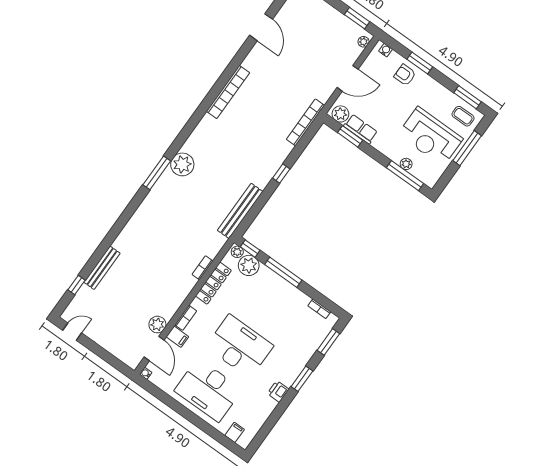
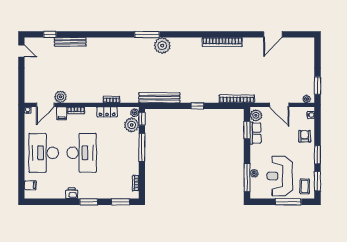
window: (420, 63) -> (317, 155), moved
locker: (213, 283) -> (107, 112), width x0.66

